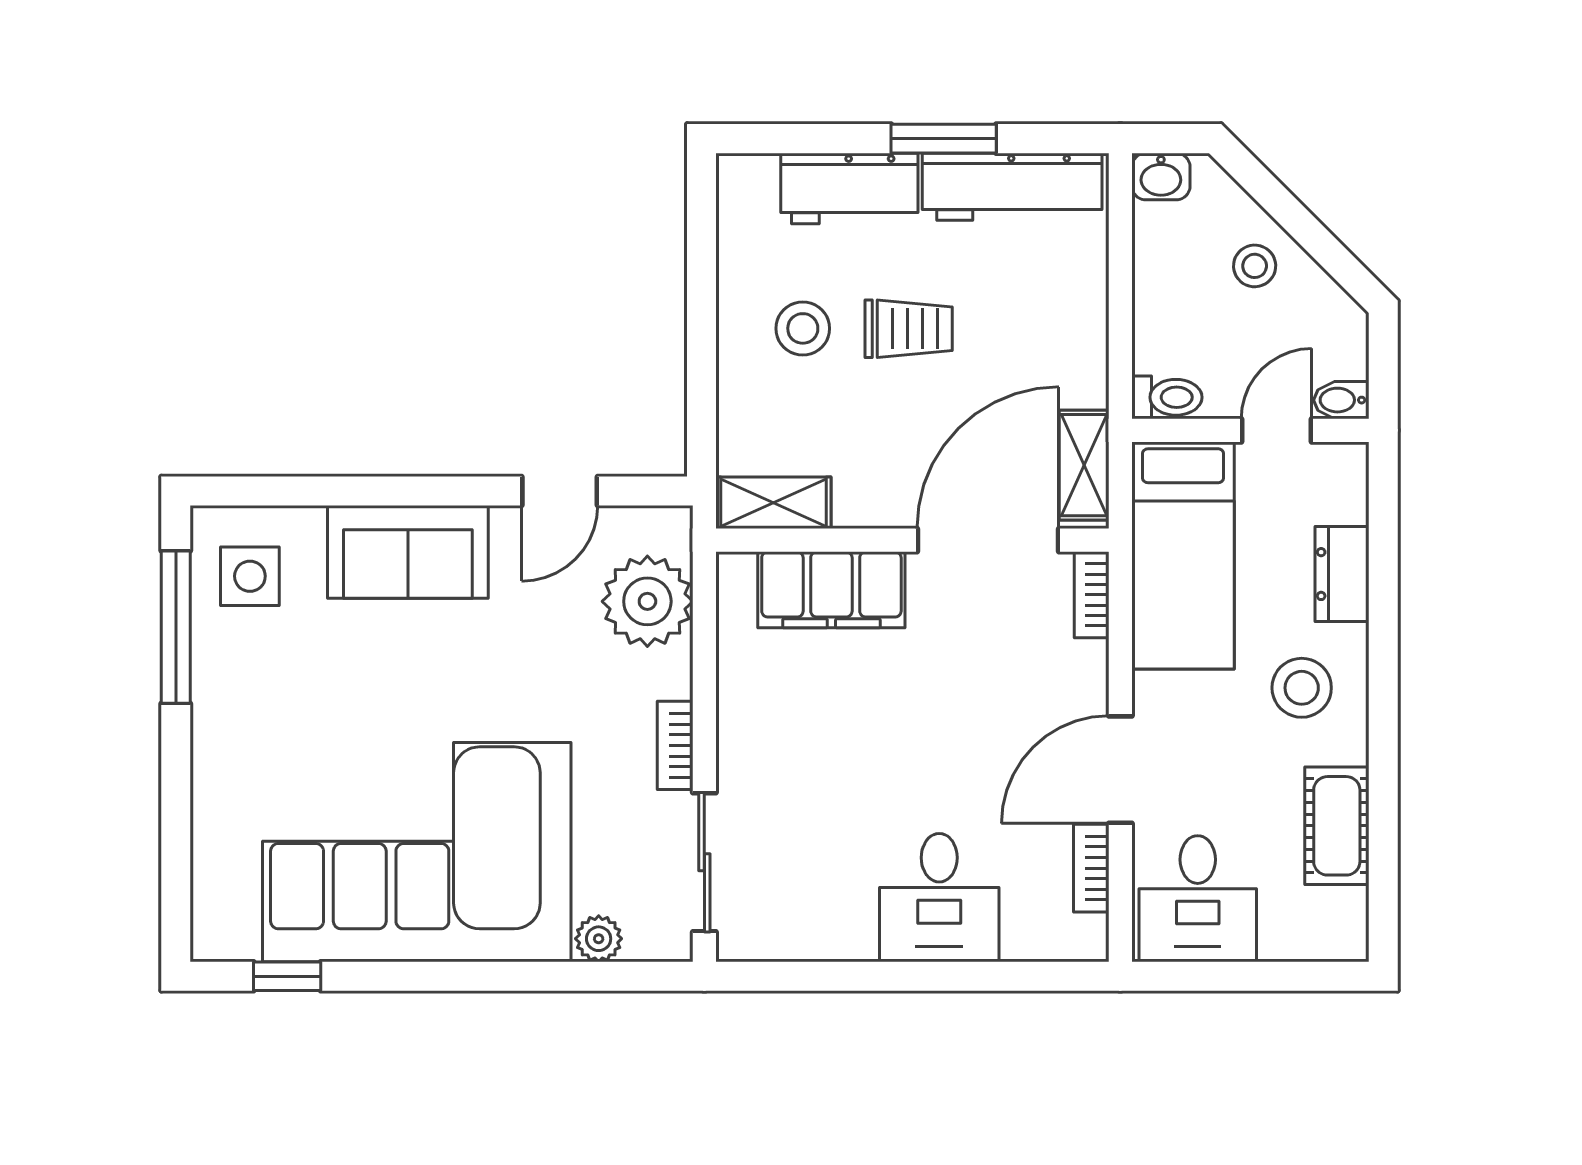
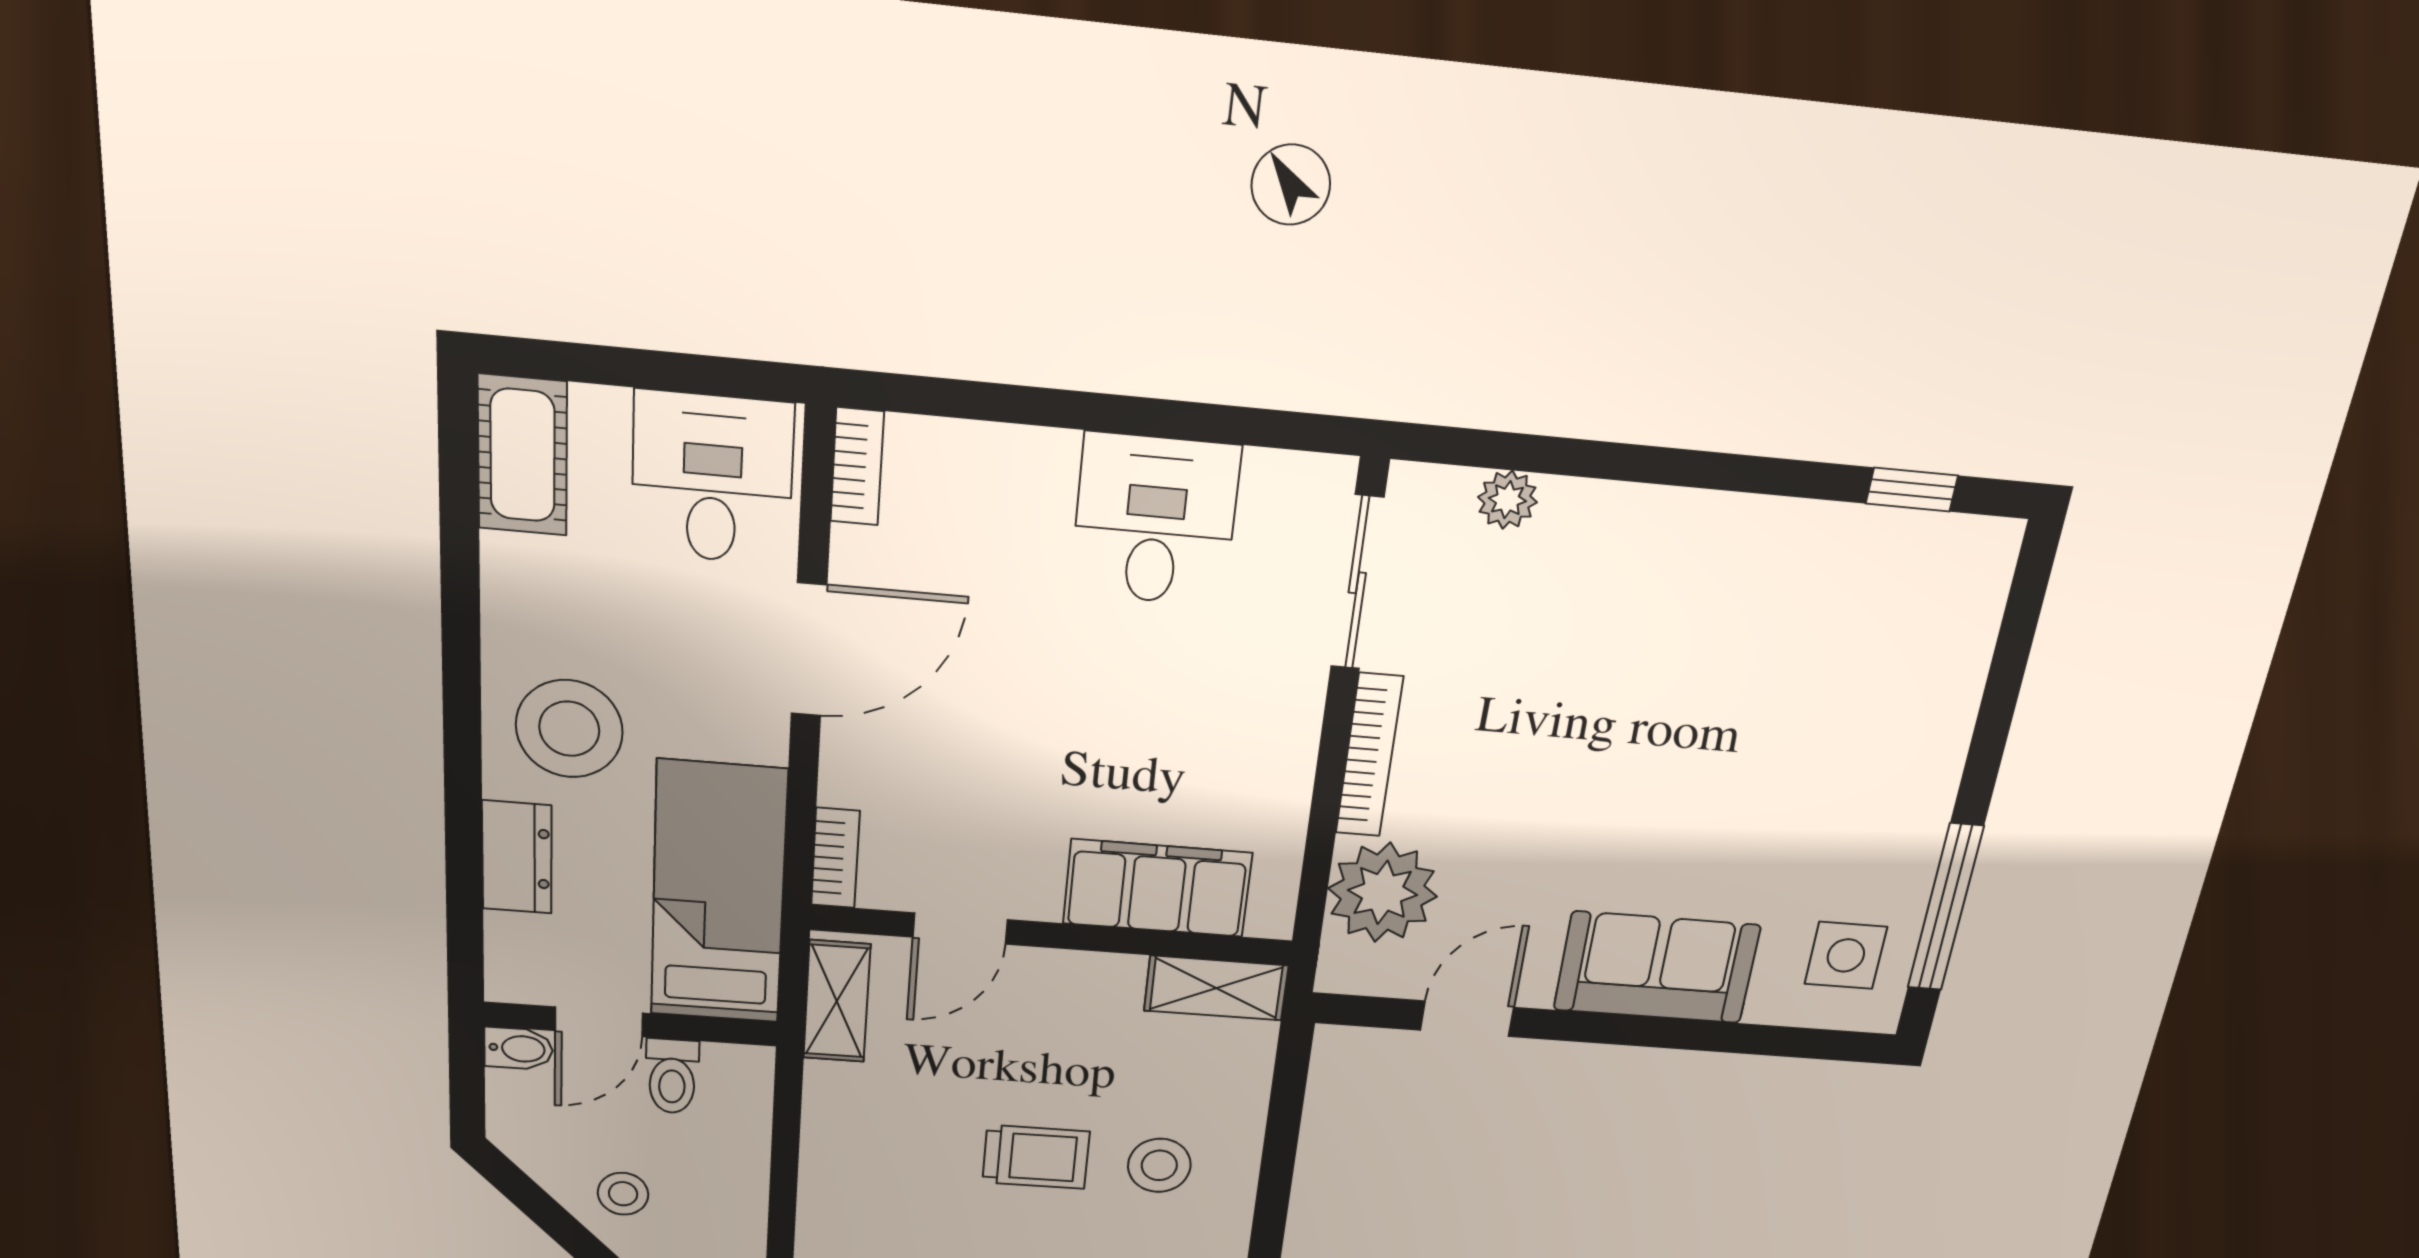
trolley: (909, 329) -> (1036, 1157), turned 180
toilet: (1167, 397) -> (672, 1076), moved, turned -90
door: (988, 540) -> (960, 928), width x0.53
stool: (1302, 688) -> (569, 729), width x1.38, depth x1.38
bookcase: (675, 745) -> (1369, 755), width x1.56
cot: (1337, 826) -> (523, 455), moved
corner sofa: (417, 852) -> (1717, 627), removed
bookcase: (1091, 868) -> (857, 466), moved
desk: (939, 898) -> (1155, 520), moved

